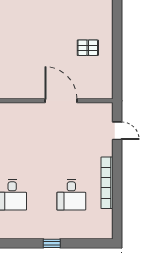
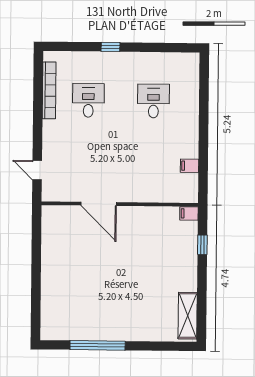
pallet: (88, 48) -> (69, 262), removed
bookcase: (107, 183) -> (49, 90), moved

